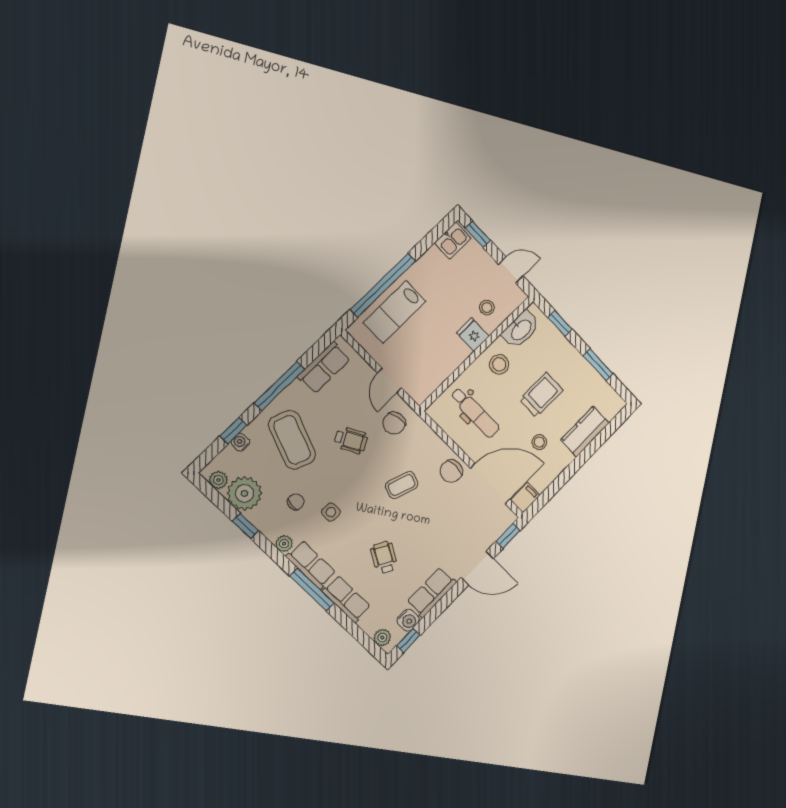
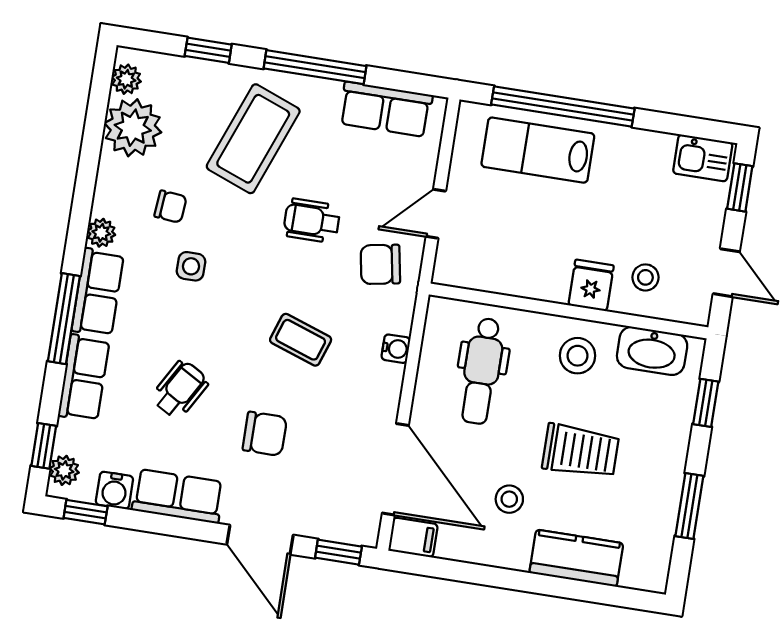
wheelchair: (351, 440) -> (312, 221), turned 119
water cooler: (240, 442) -> (396, 349), moved, turned 90
chair: (451, 471) -> (265, 434), moved, turned 180
window: (246, 526) -> (44, 446), moved

